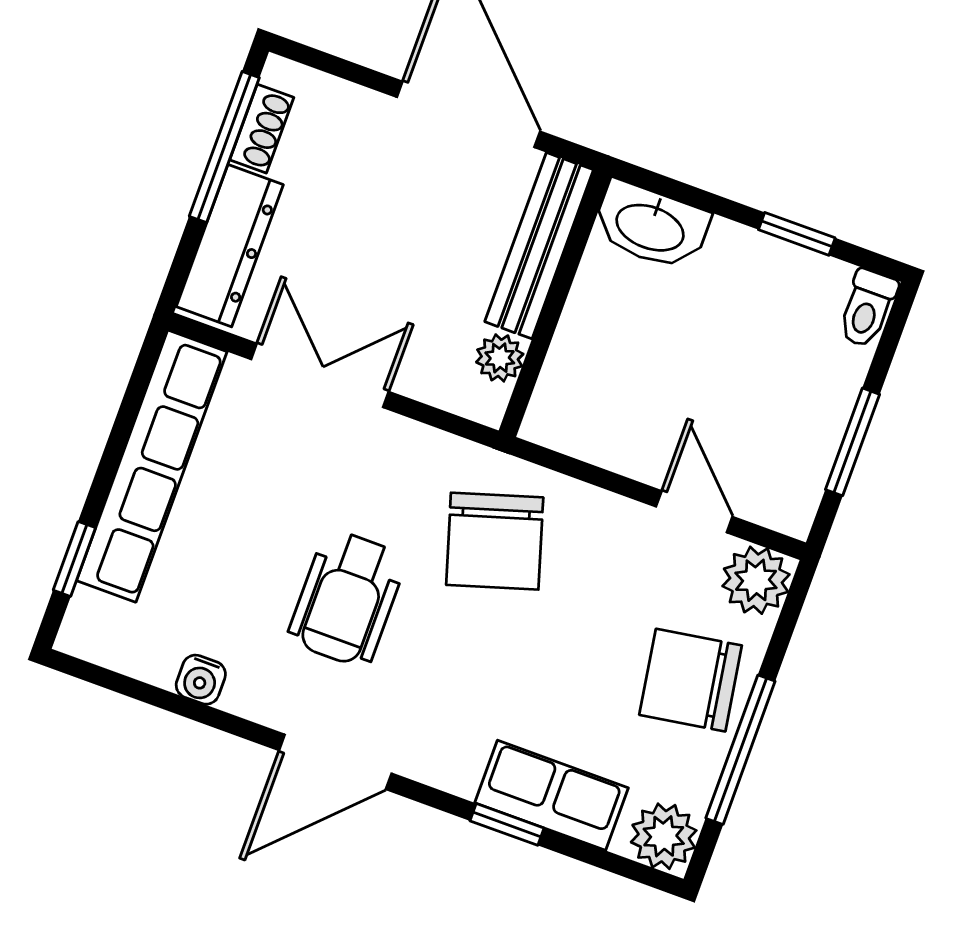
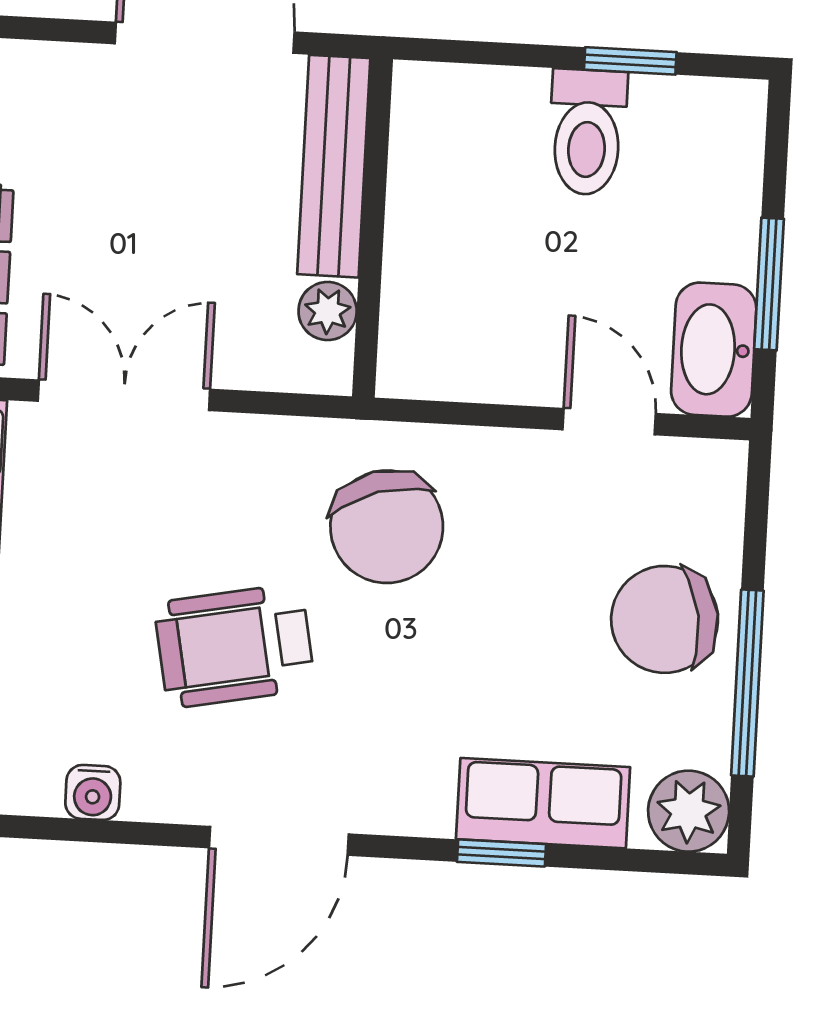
washbasin: (651, 226) -> (714, 350), moved, turned 90
toilet: (867, 308) -> (587, 132), moved, width x1.37, depth x1.39
plant: (756, 580) -> (706, 480), removed
wheelchair: (347, 598) -> (235, 646), turned 79

